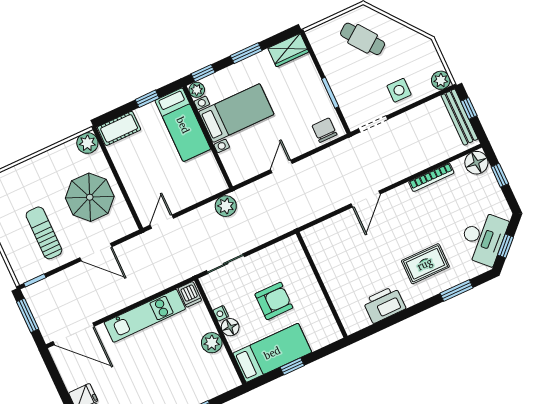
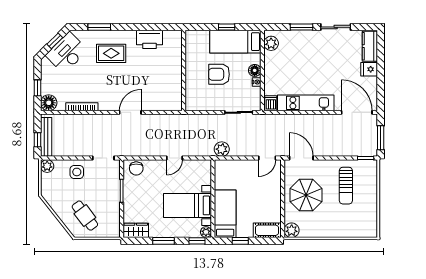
door: (96, 252) -> (301, 158), moved
plant: (212, 343) -> (271, 43), moved

